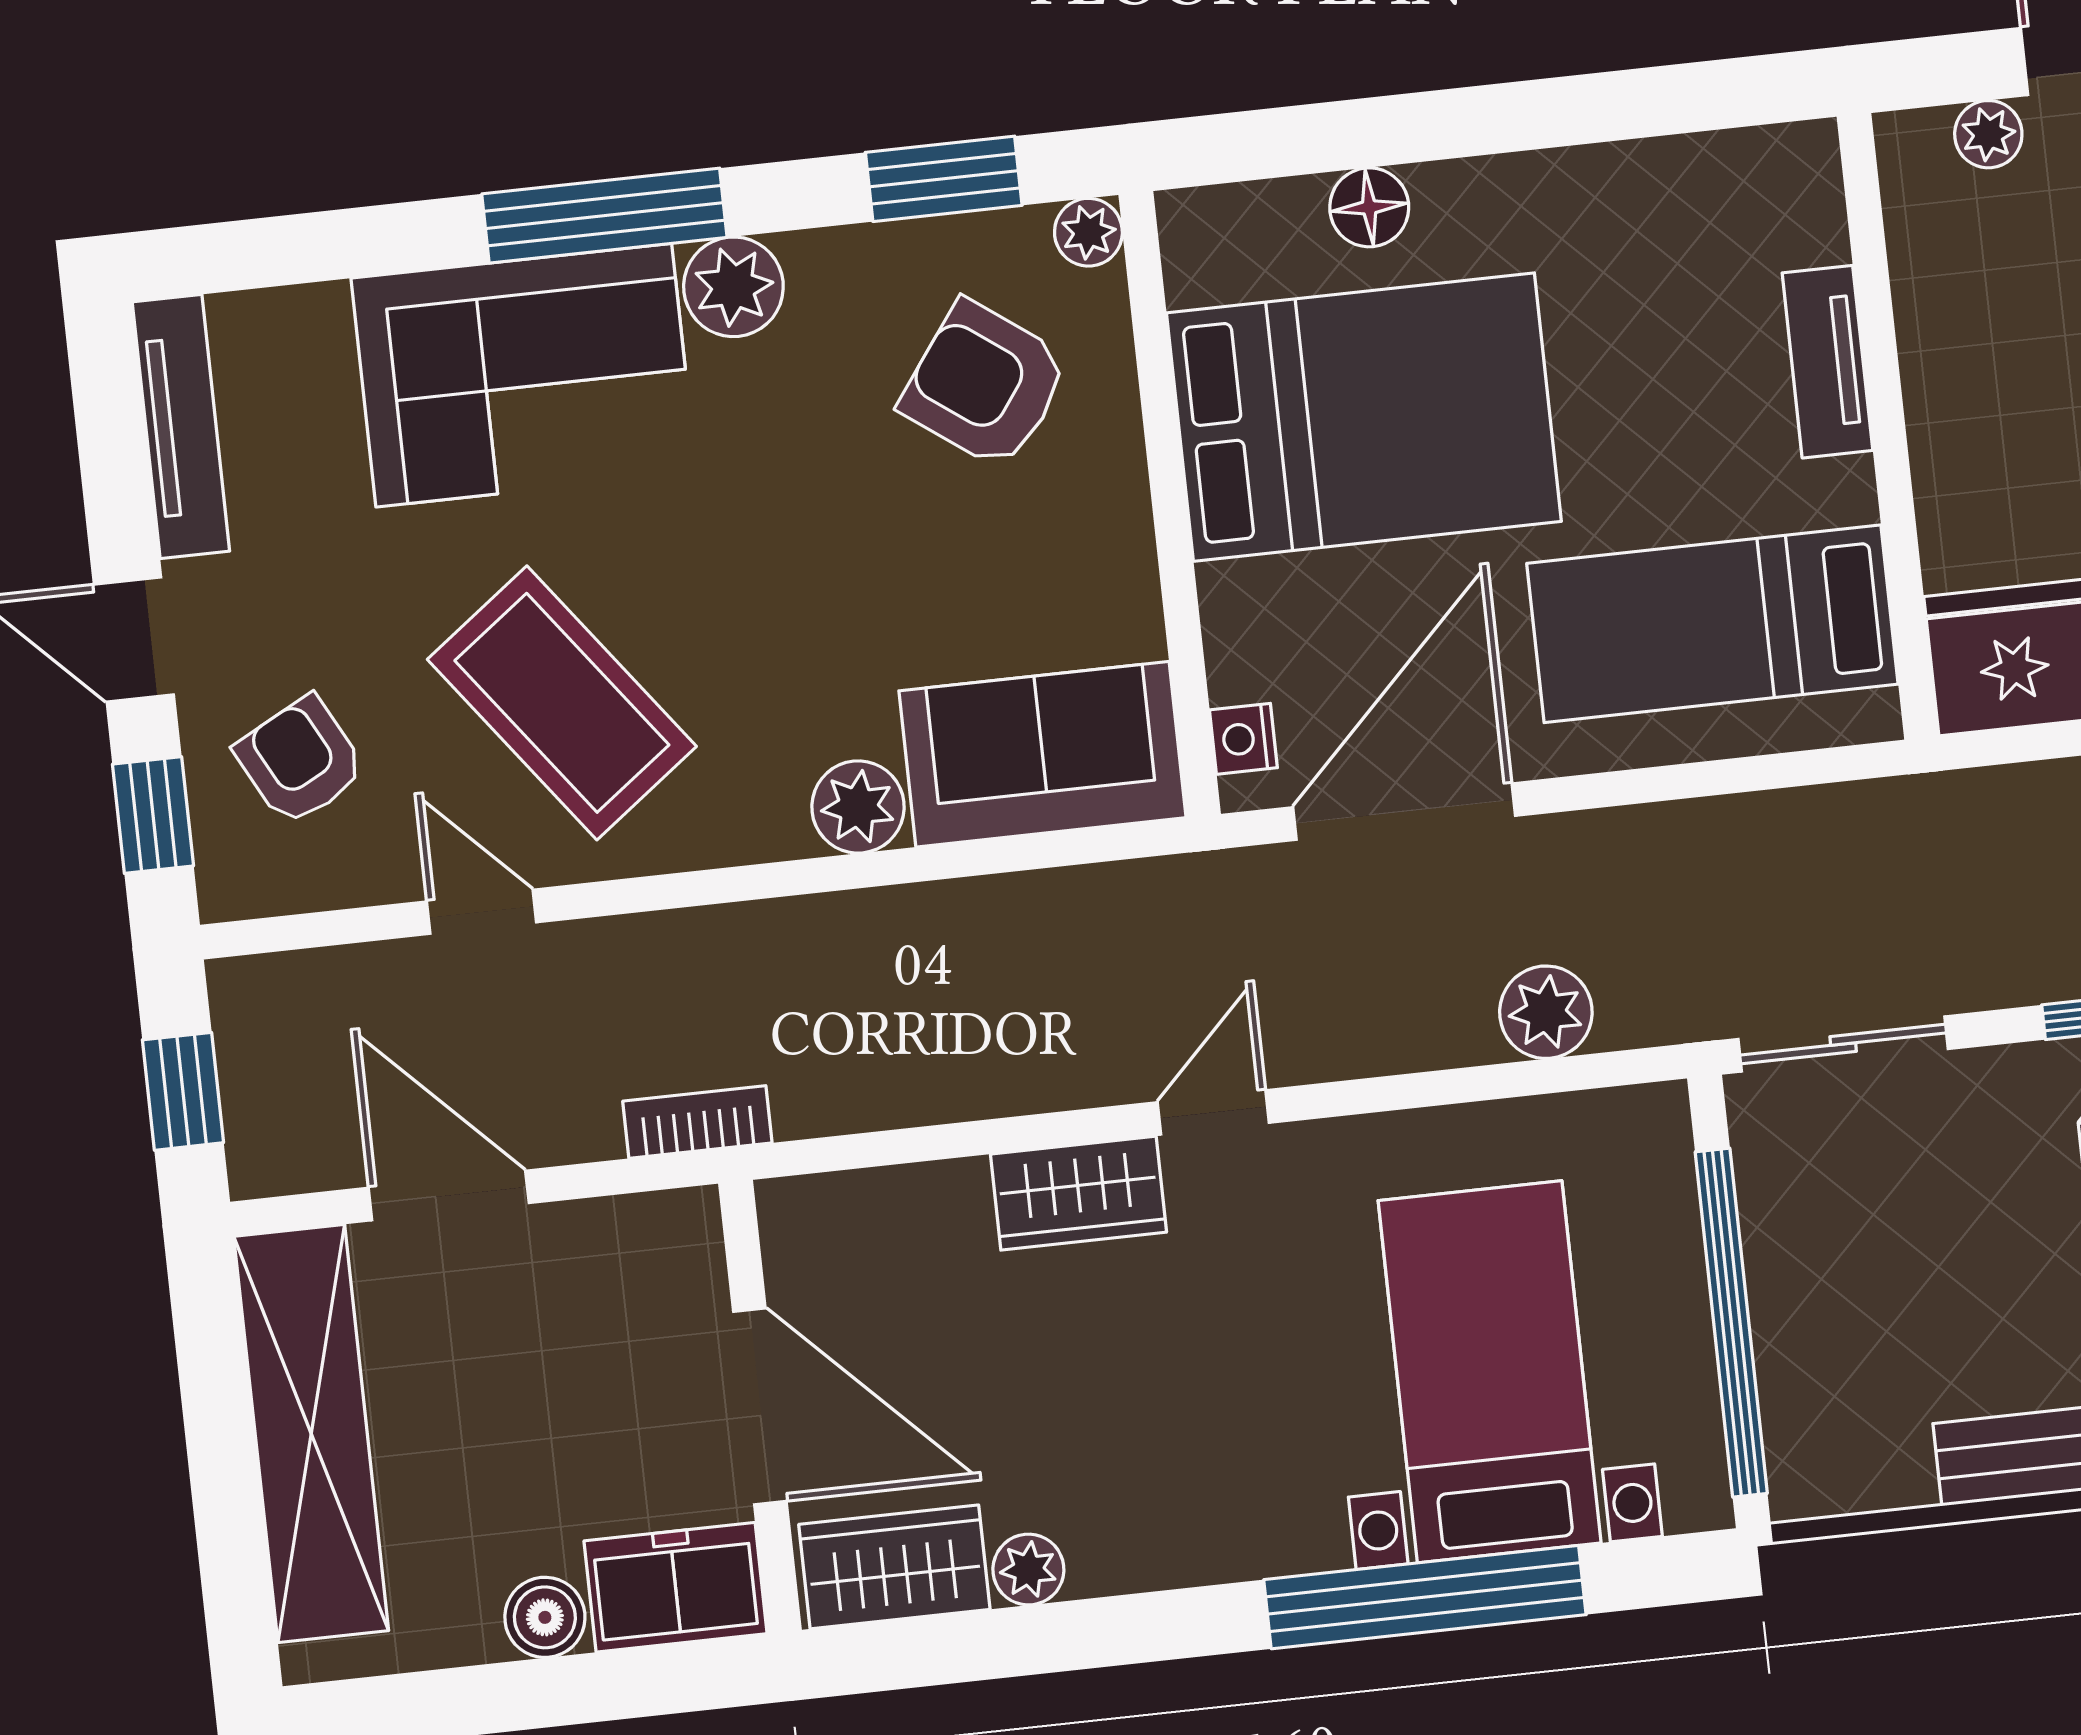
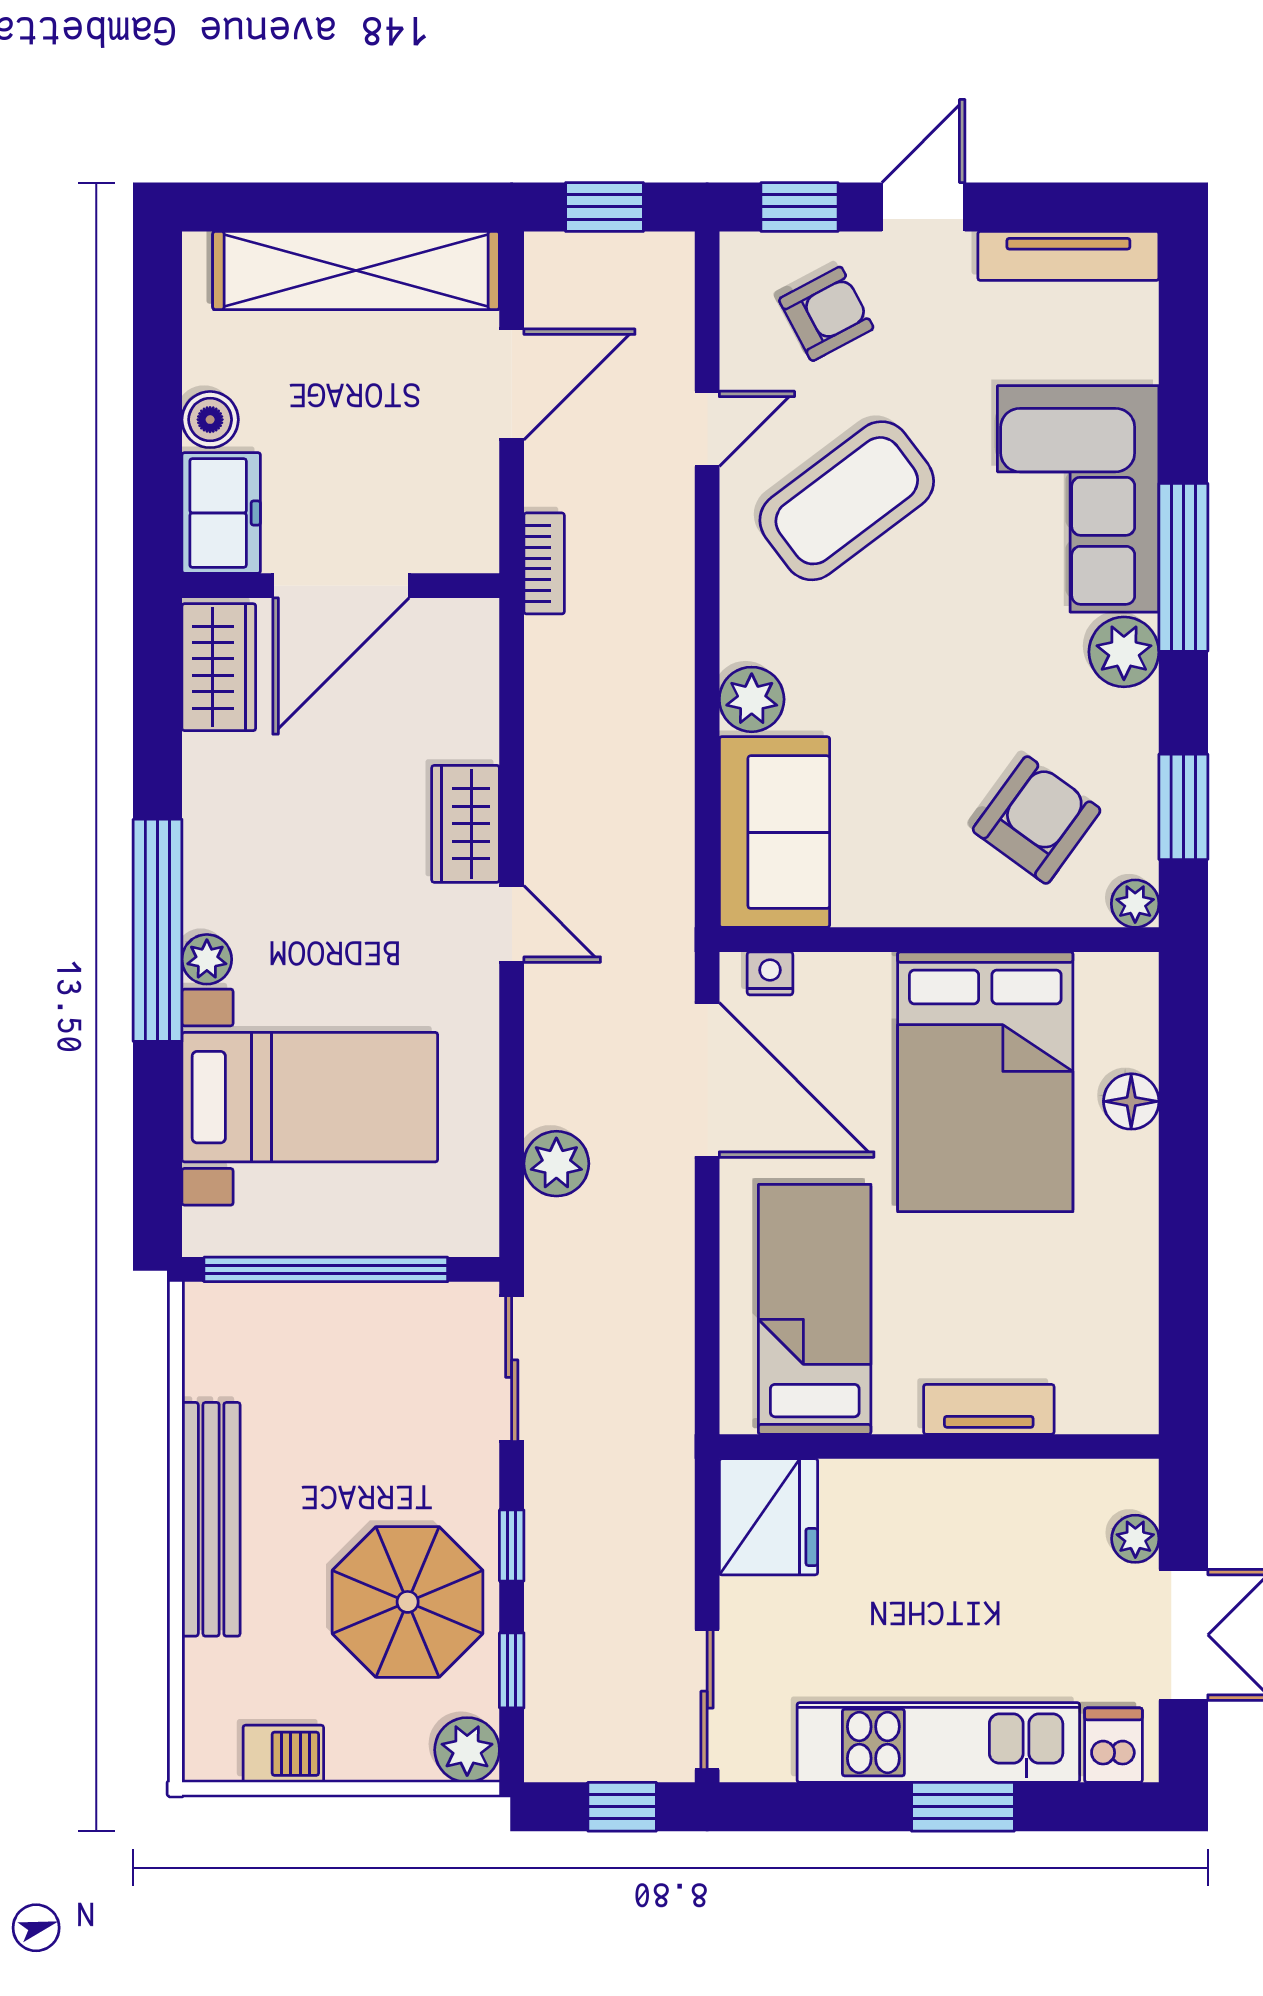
plant: (1028, 1570) -> (207, 959), moved
window: (1425, 1597) -> (158, 930), moved

